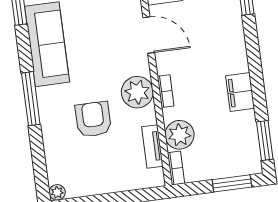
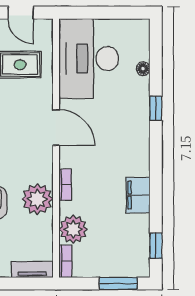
plant: (137, 92) -> (37, 199), moved
window: (265, 141) -> (156, 246), width x0.67
tv unit: (152, 146) -> (32, 270), moved, turned 90

